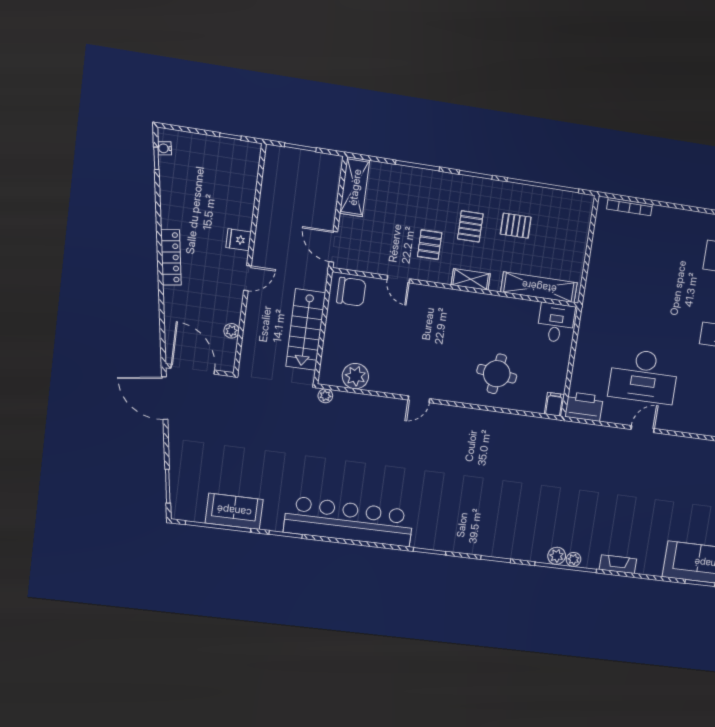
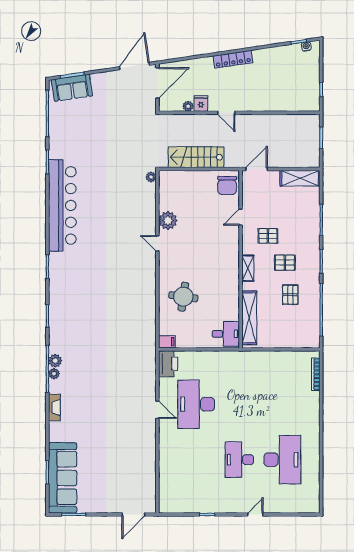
fridge: (239, 240) -> (201, 103), moved
plant: (355, 376) -> (168, 220), moved
sofa: (234, 511) -> (72, 88), moved, turned 82

